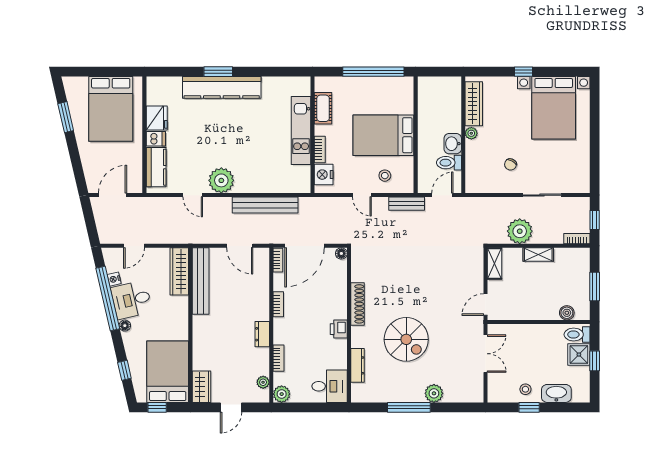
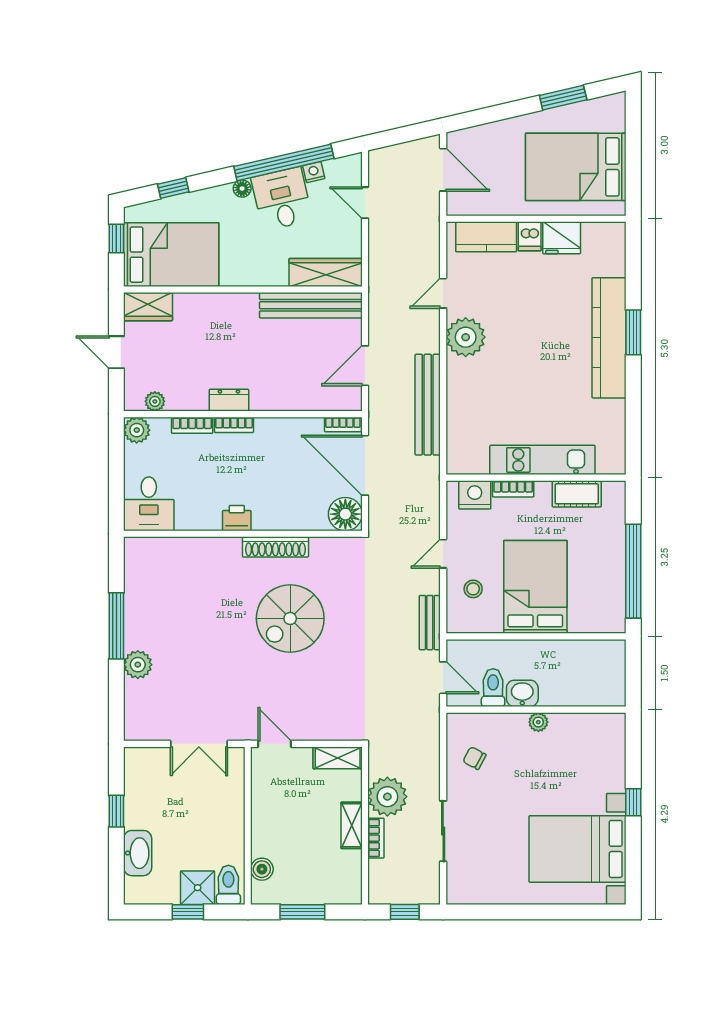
wardrobe: (474, 104) -> (584, 726), removed
chair: (510, 164) -> (474, 758), moved
bookcase: (577, 239) -> (376, 838), moved
floor lamp: (341, 253) -> (345, 514), width x1.89, depth x1.89
bookcase: (278, 304) -> (234, 425), moved
spiral stairs: (406, 339) -> (290, 618), moved
dresser: (358, 365) -> (181, 547), removed
stool: (525, 389) -> (144, 805), removed

